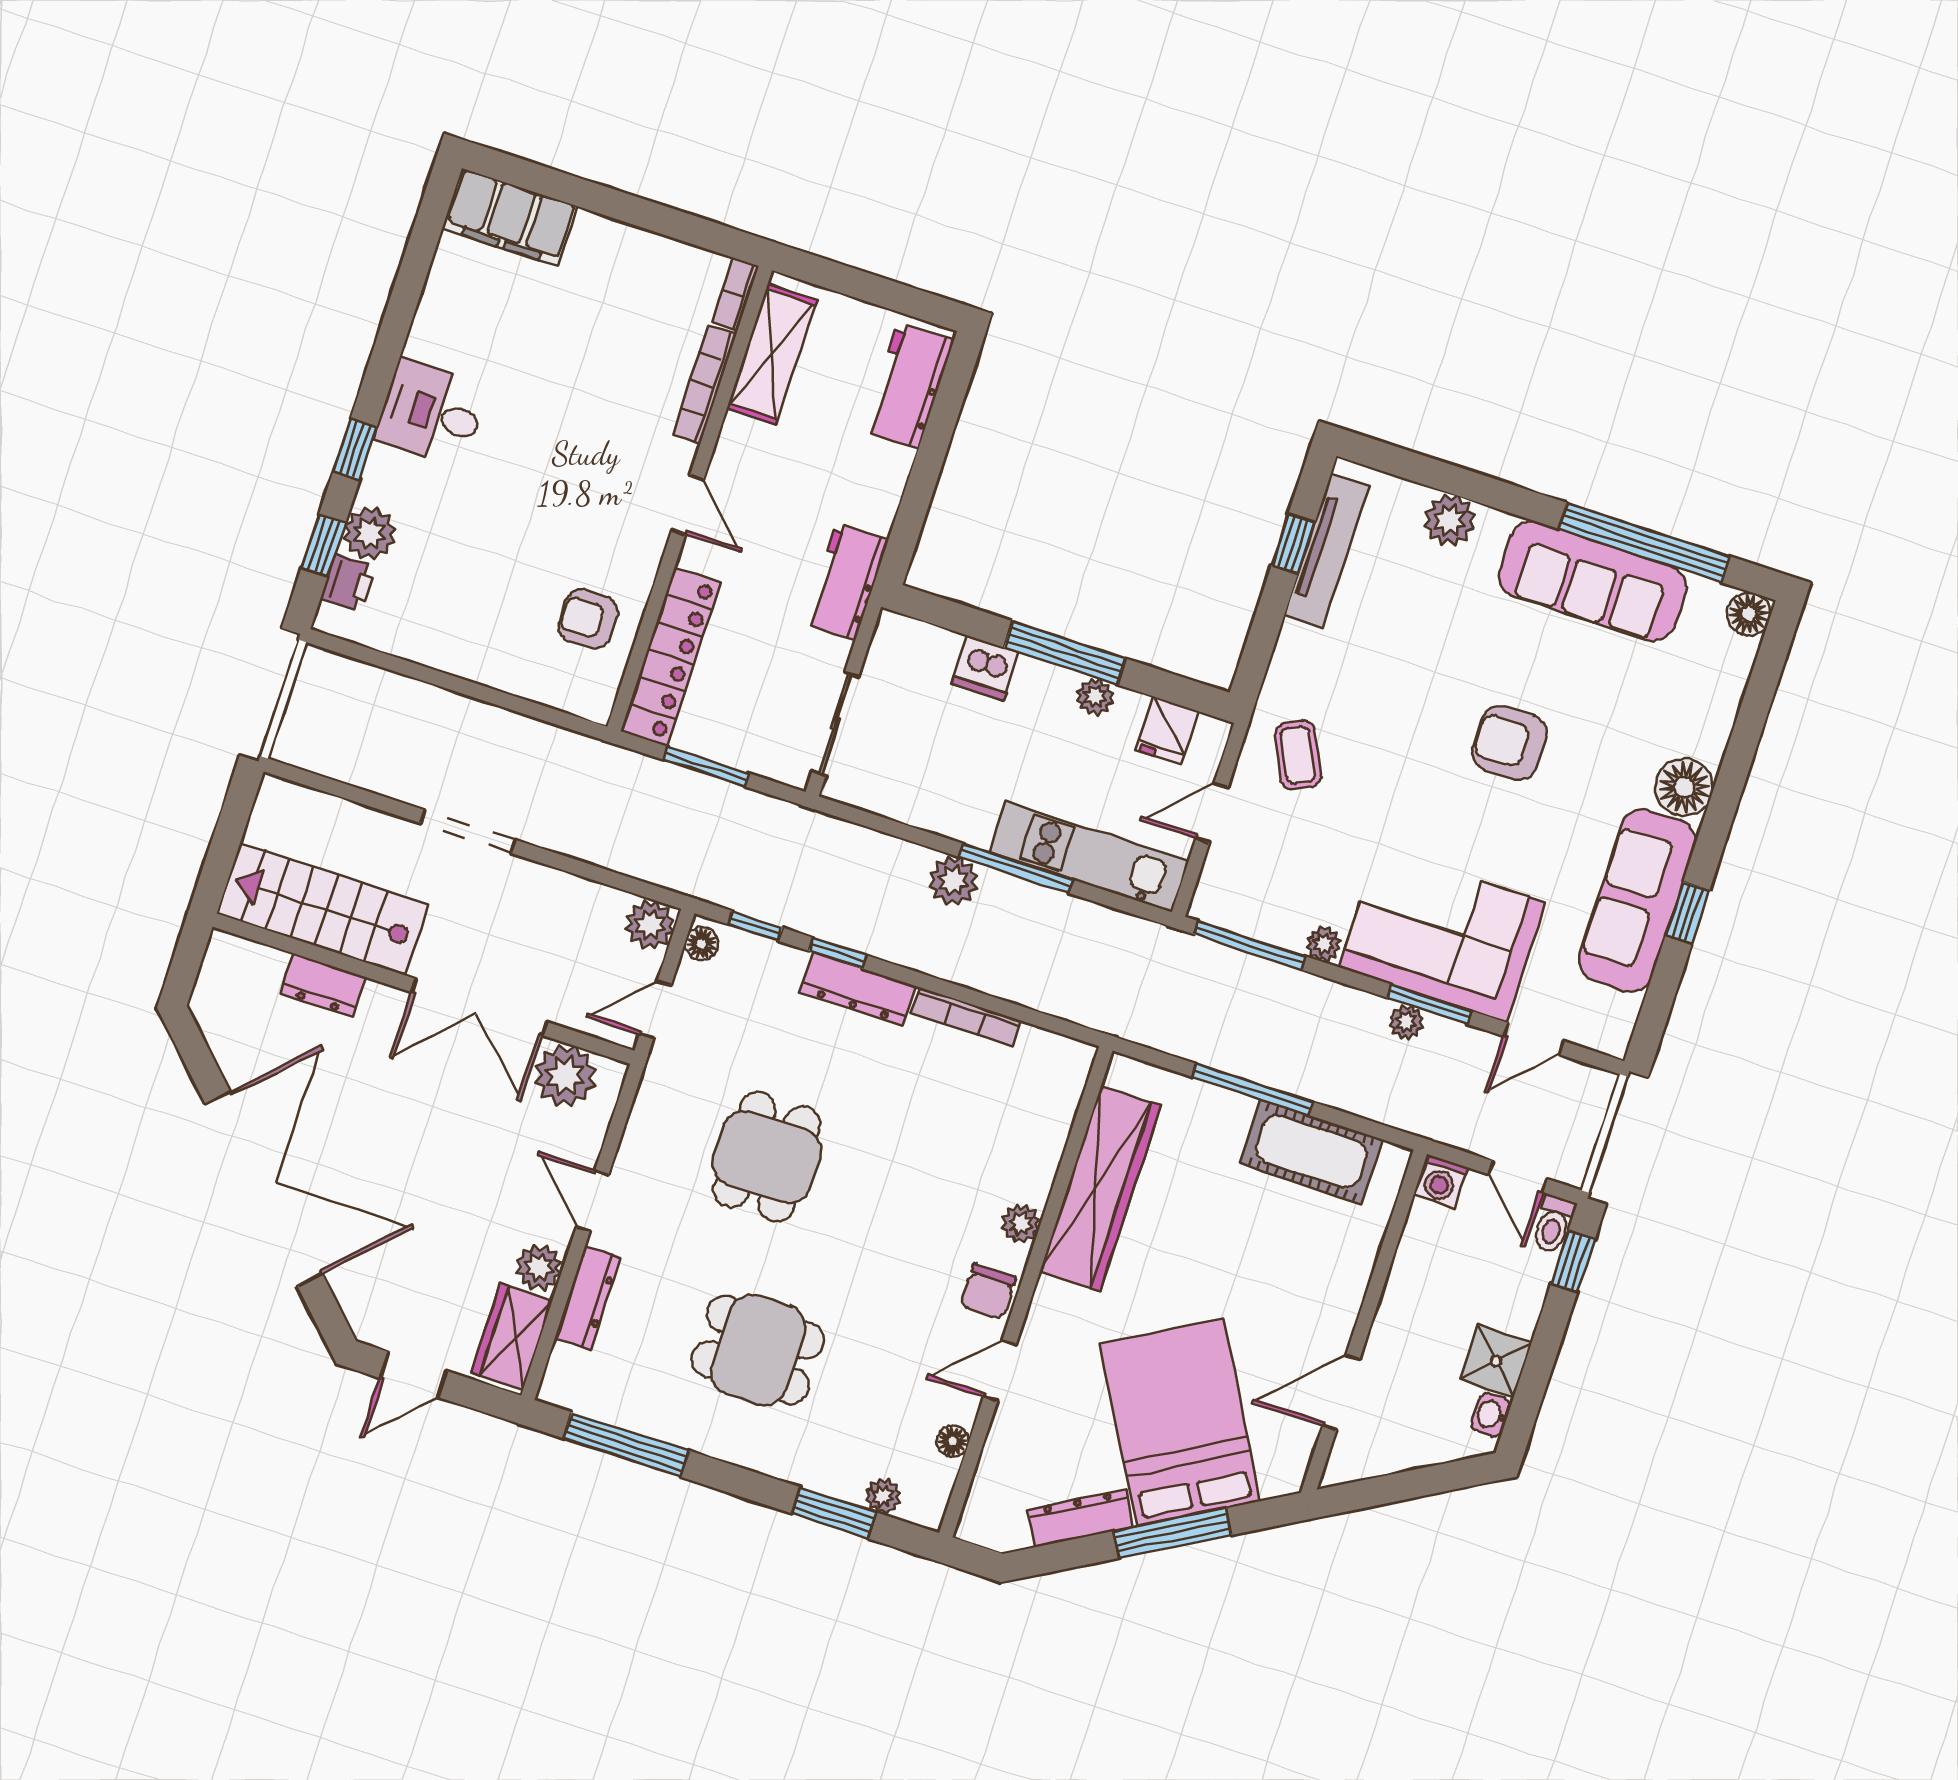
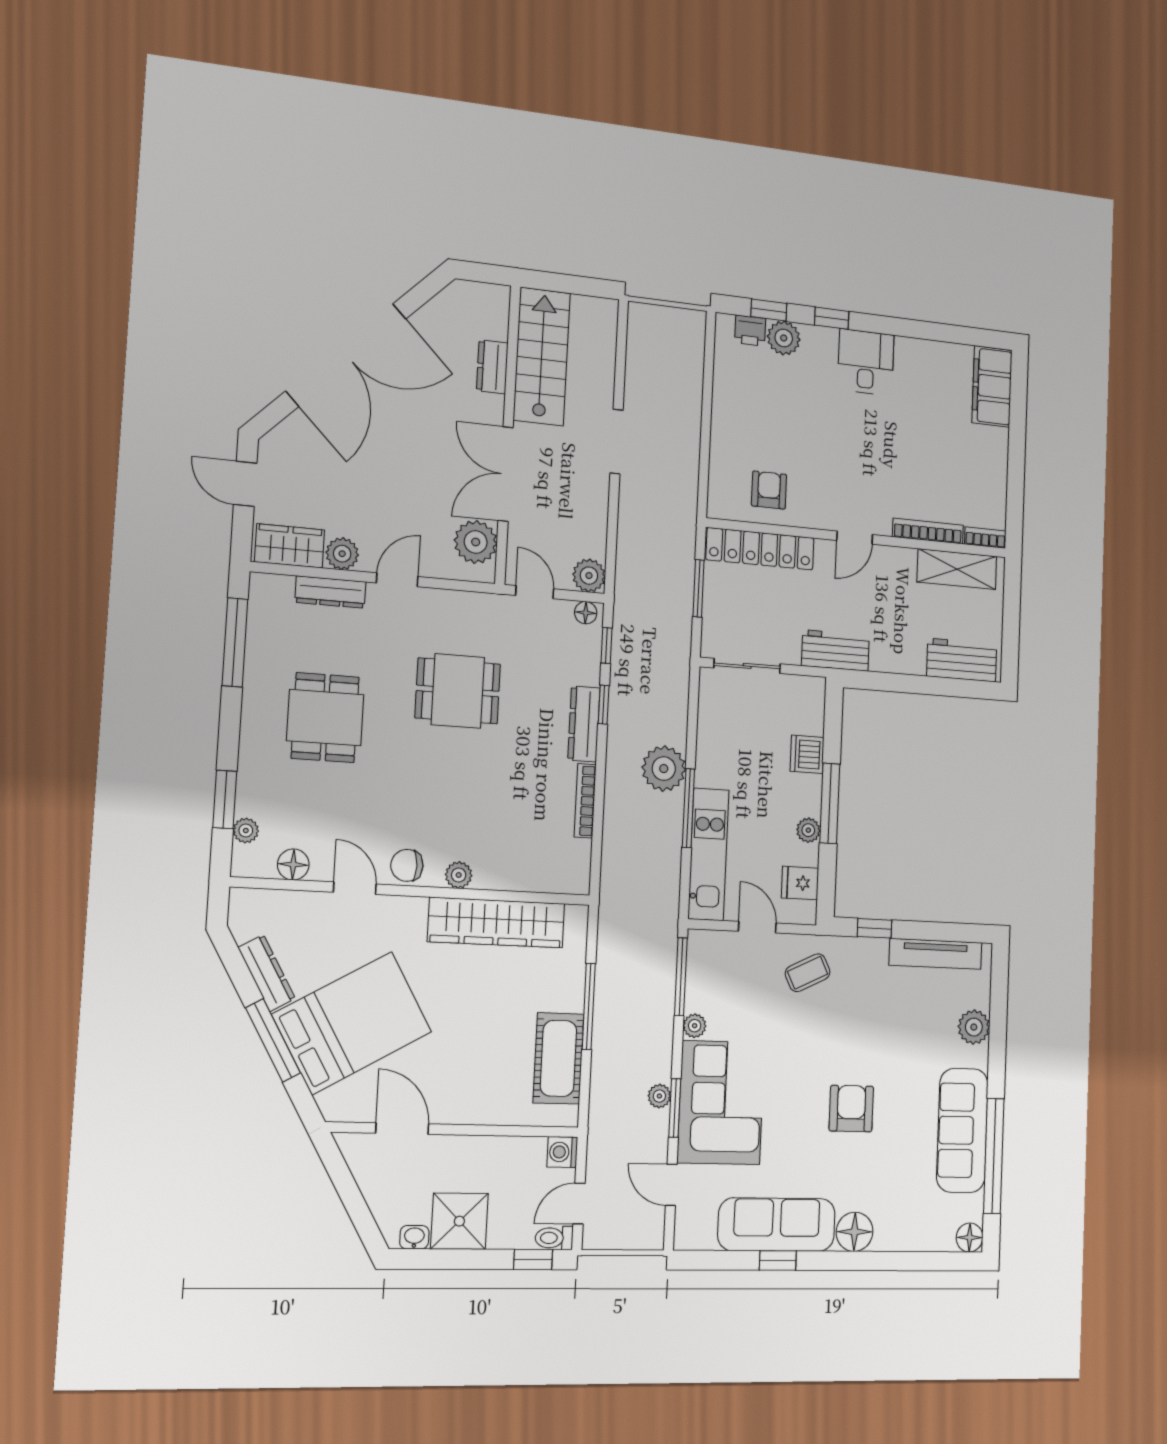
window: (1293, 544) -> (874, 928), moved
plant: (953, 881) -> (664, 769), width x1.36, depth x1.36
shower: (1496, 1361) -> (459, 1221), width x1.36, depth x1.36
floor lamp: (953, 1441) -> (293, 864), width x1.37, depth x1.37

